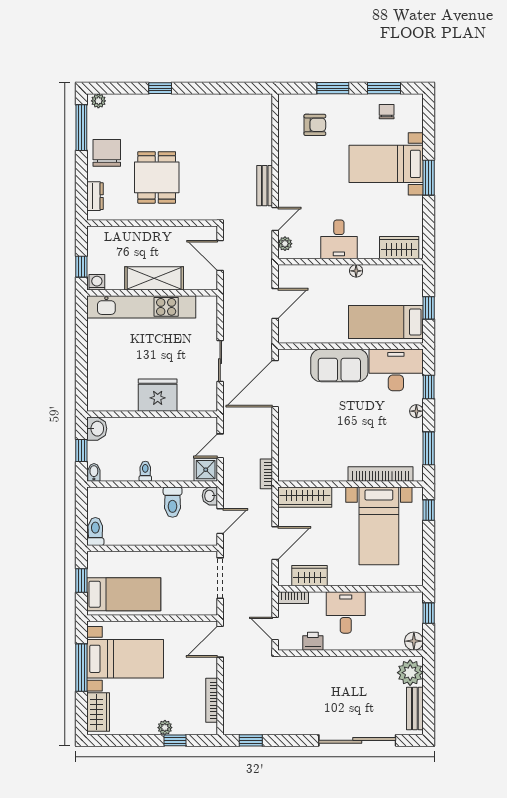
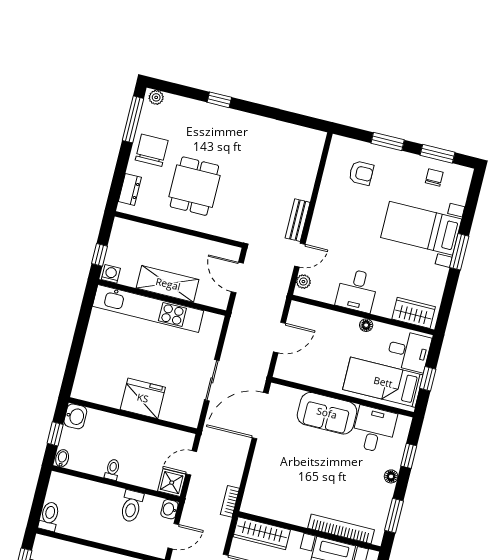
desk: (404, 286) -> (409, 351), added
desk: (396, 370) -> (374, 430), width x0.73

